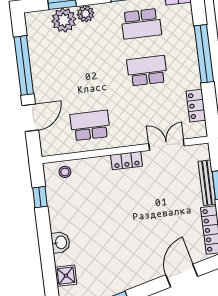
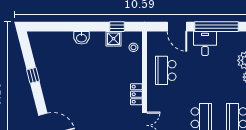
desk: (48, 78) -> (205, 43), added
school desk: (90, 125) -> (166, 70), turned 180
shower: (66, 276) -> (113, 39), moved

